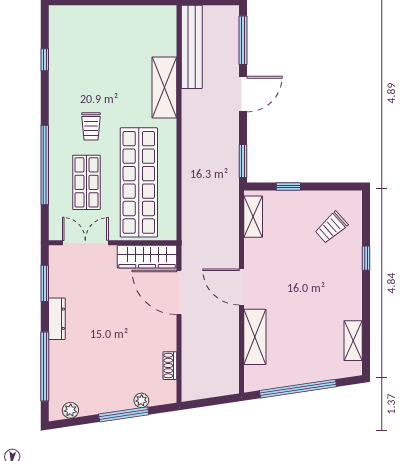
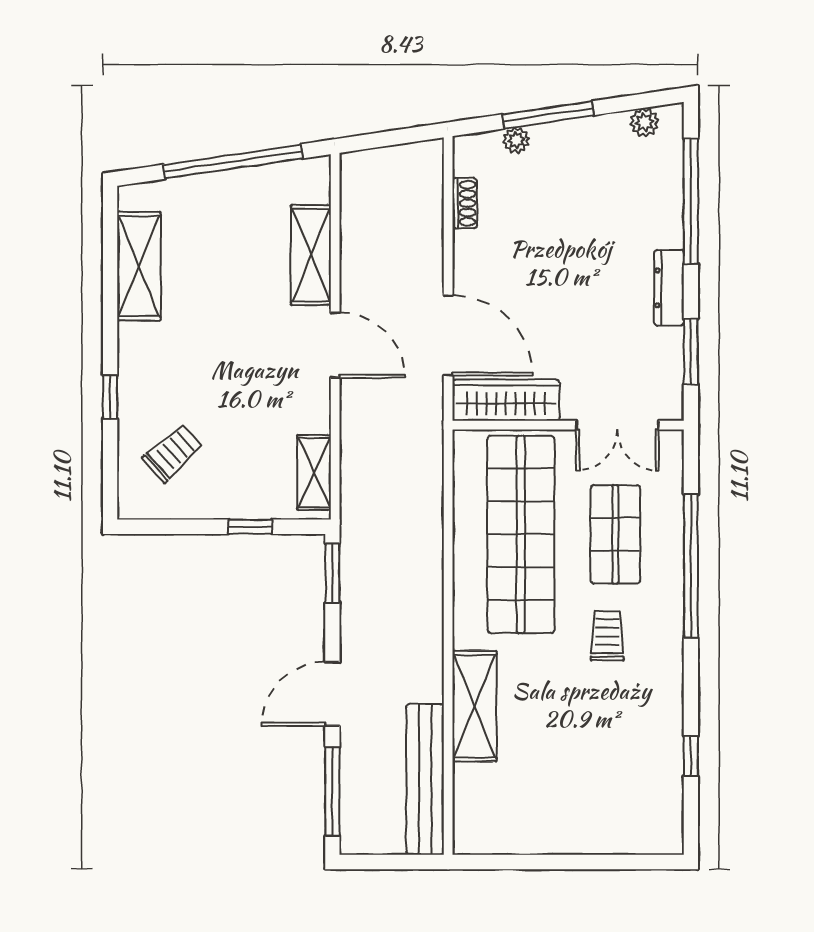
shelving: (353, 341) -> (139, 266), width x1.50, depth x1.33

